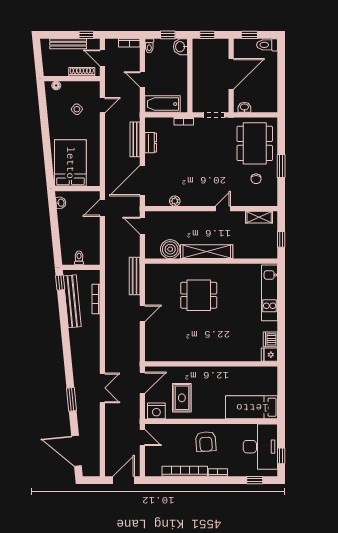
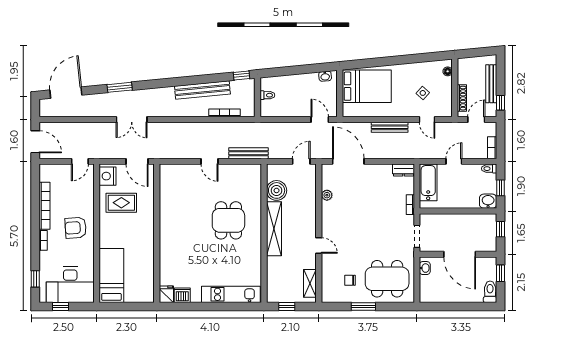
bench: (135, 139) -> (390, 127), moved
dresser: (151, 143) -> (403, 170), moved
bench: (72, 301) -> (202, 90), moved

